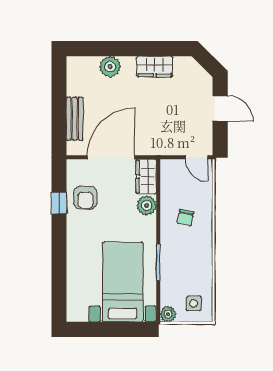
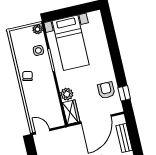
window: (59, 203) -> (124, 93), moved
chair: (185, 218) -> (27, 76), moved
side table: (194, 303) -> (38, 50), moved

